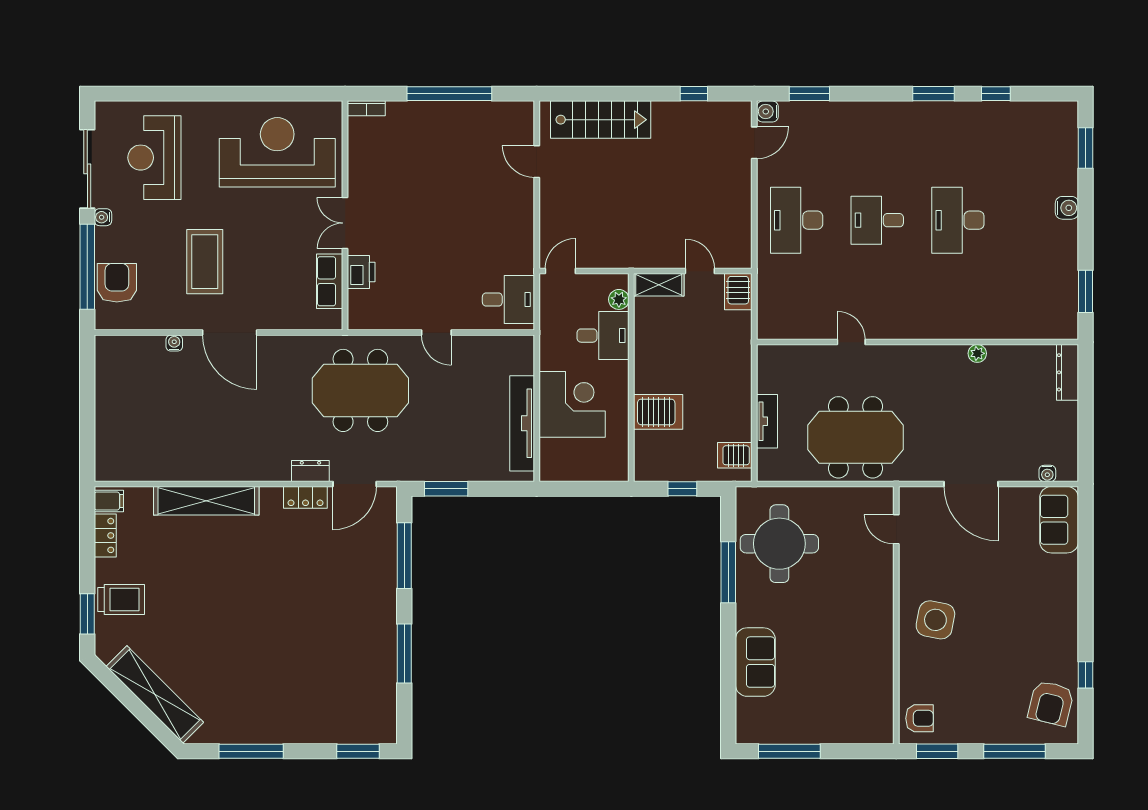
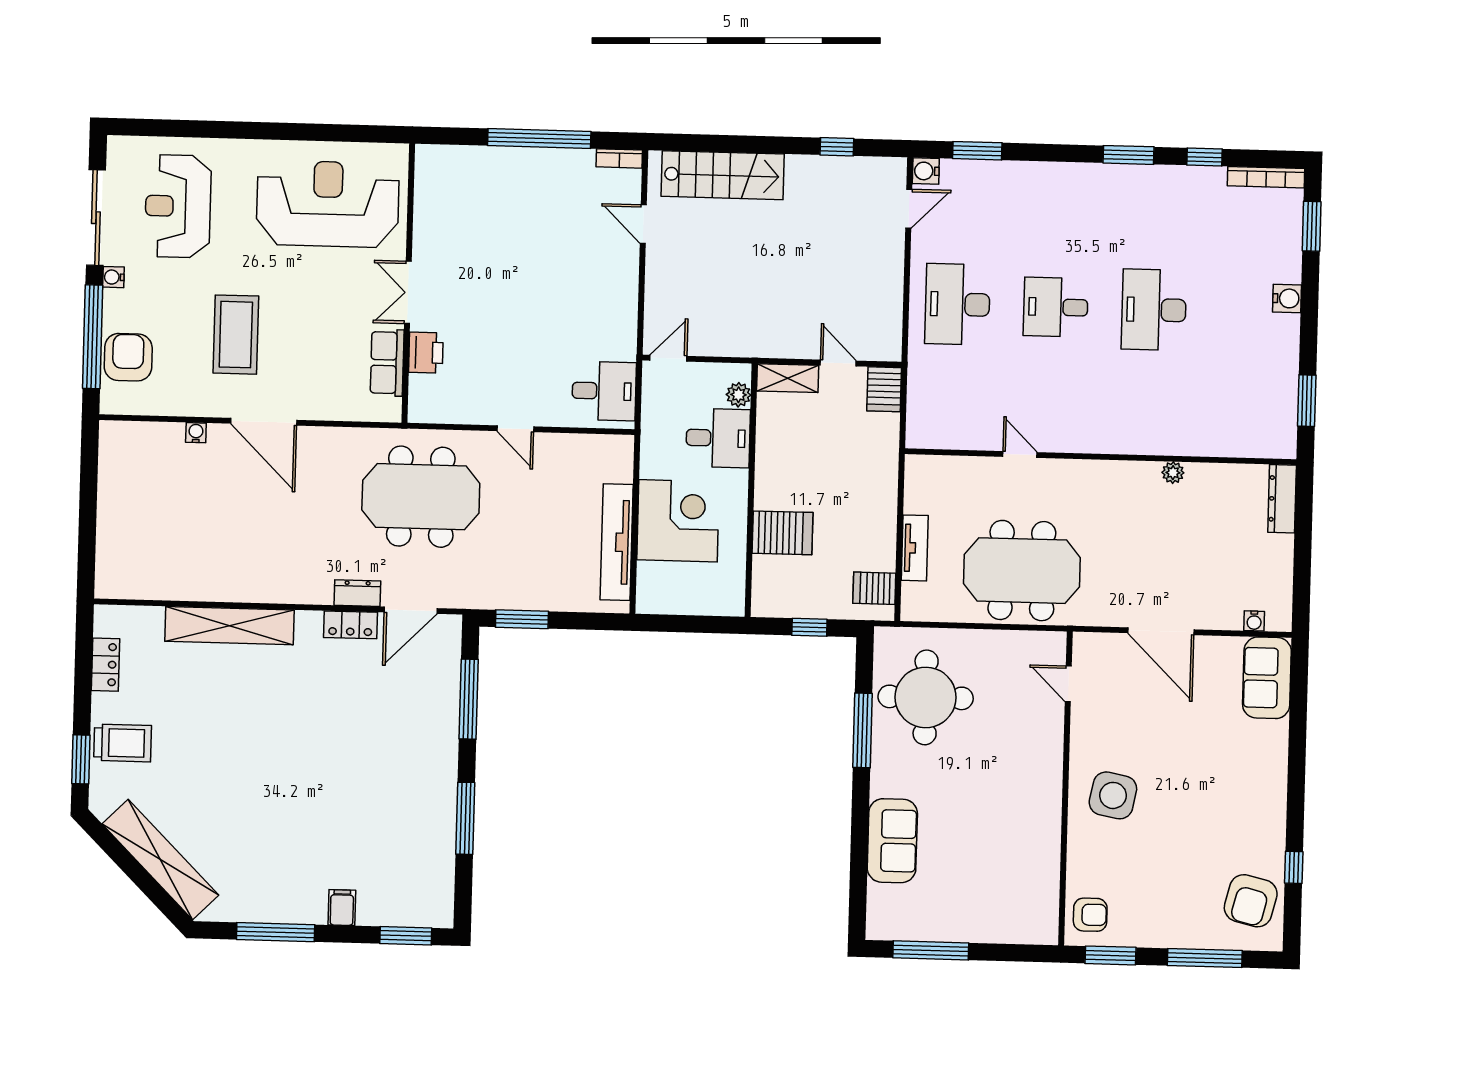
bookcase: (366, 108) -> (619, 158), moved
bookcase: (1047, 109) -> (1266, 177), added
filing cabinet: (109, 501) -> (342, 908), moved, turned -90

